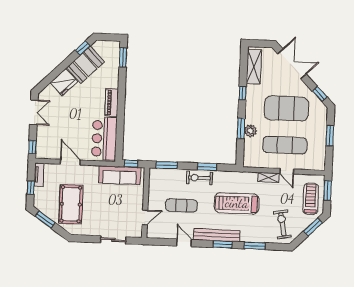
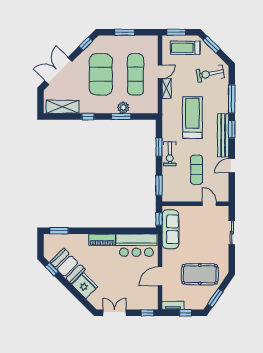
treadmill: (237, 203) -> (192, 118), turned 180
window: (255, 246) -> (232, 99), width x1.44

